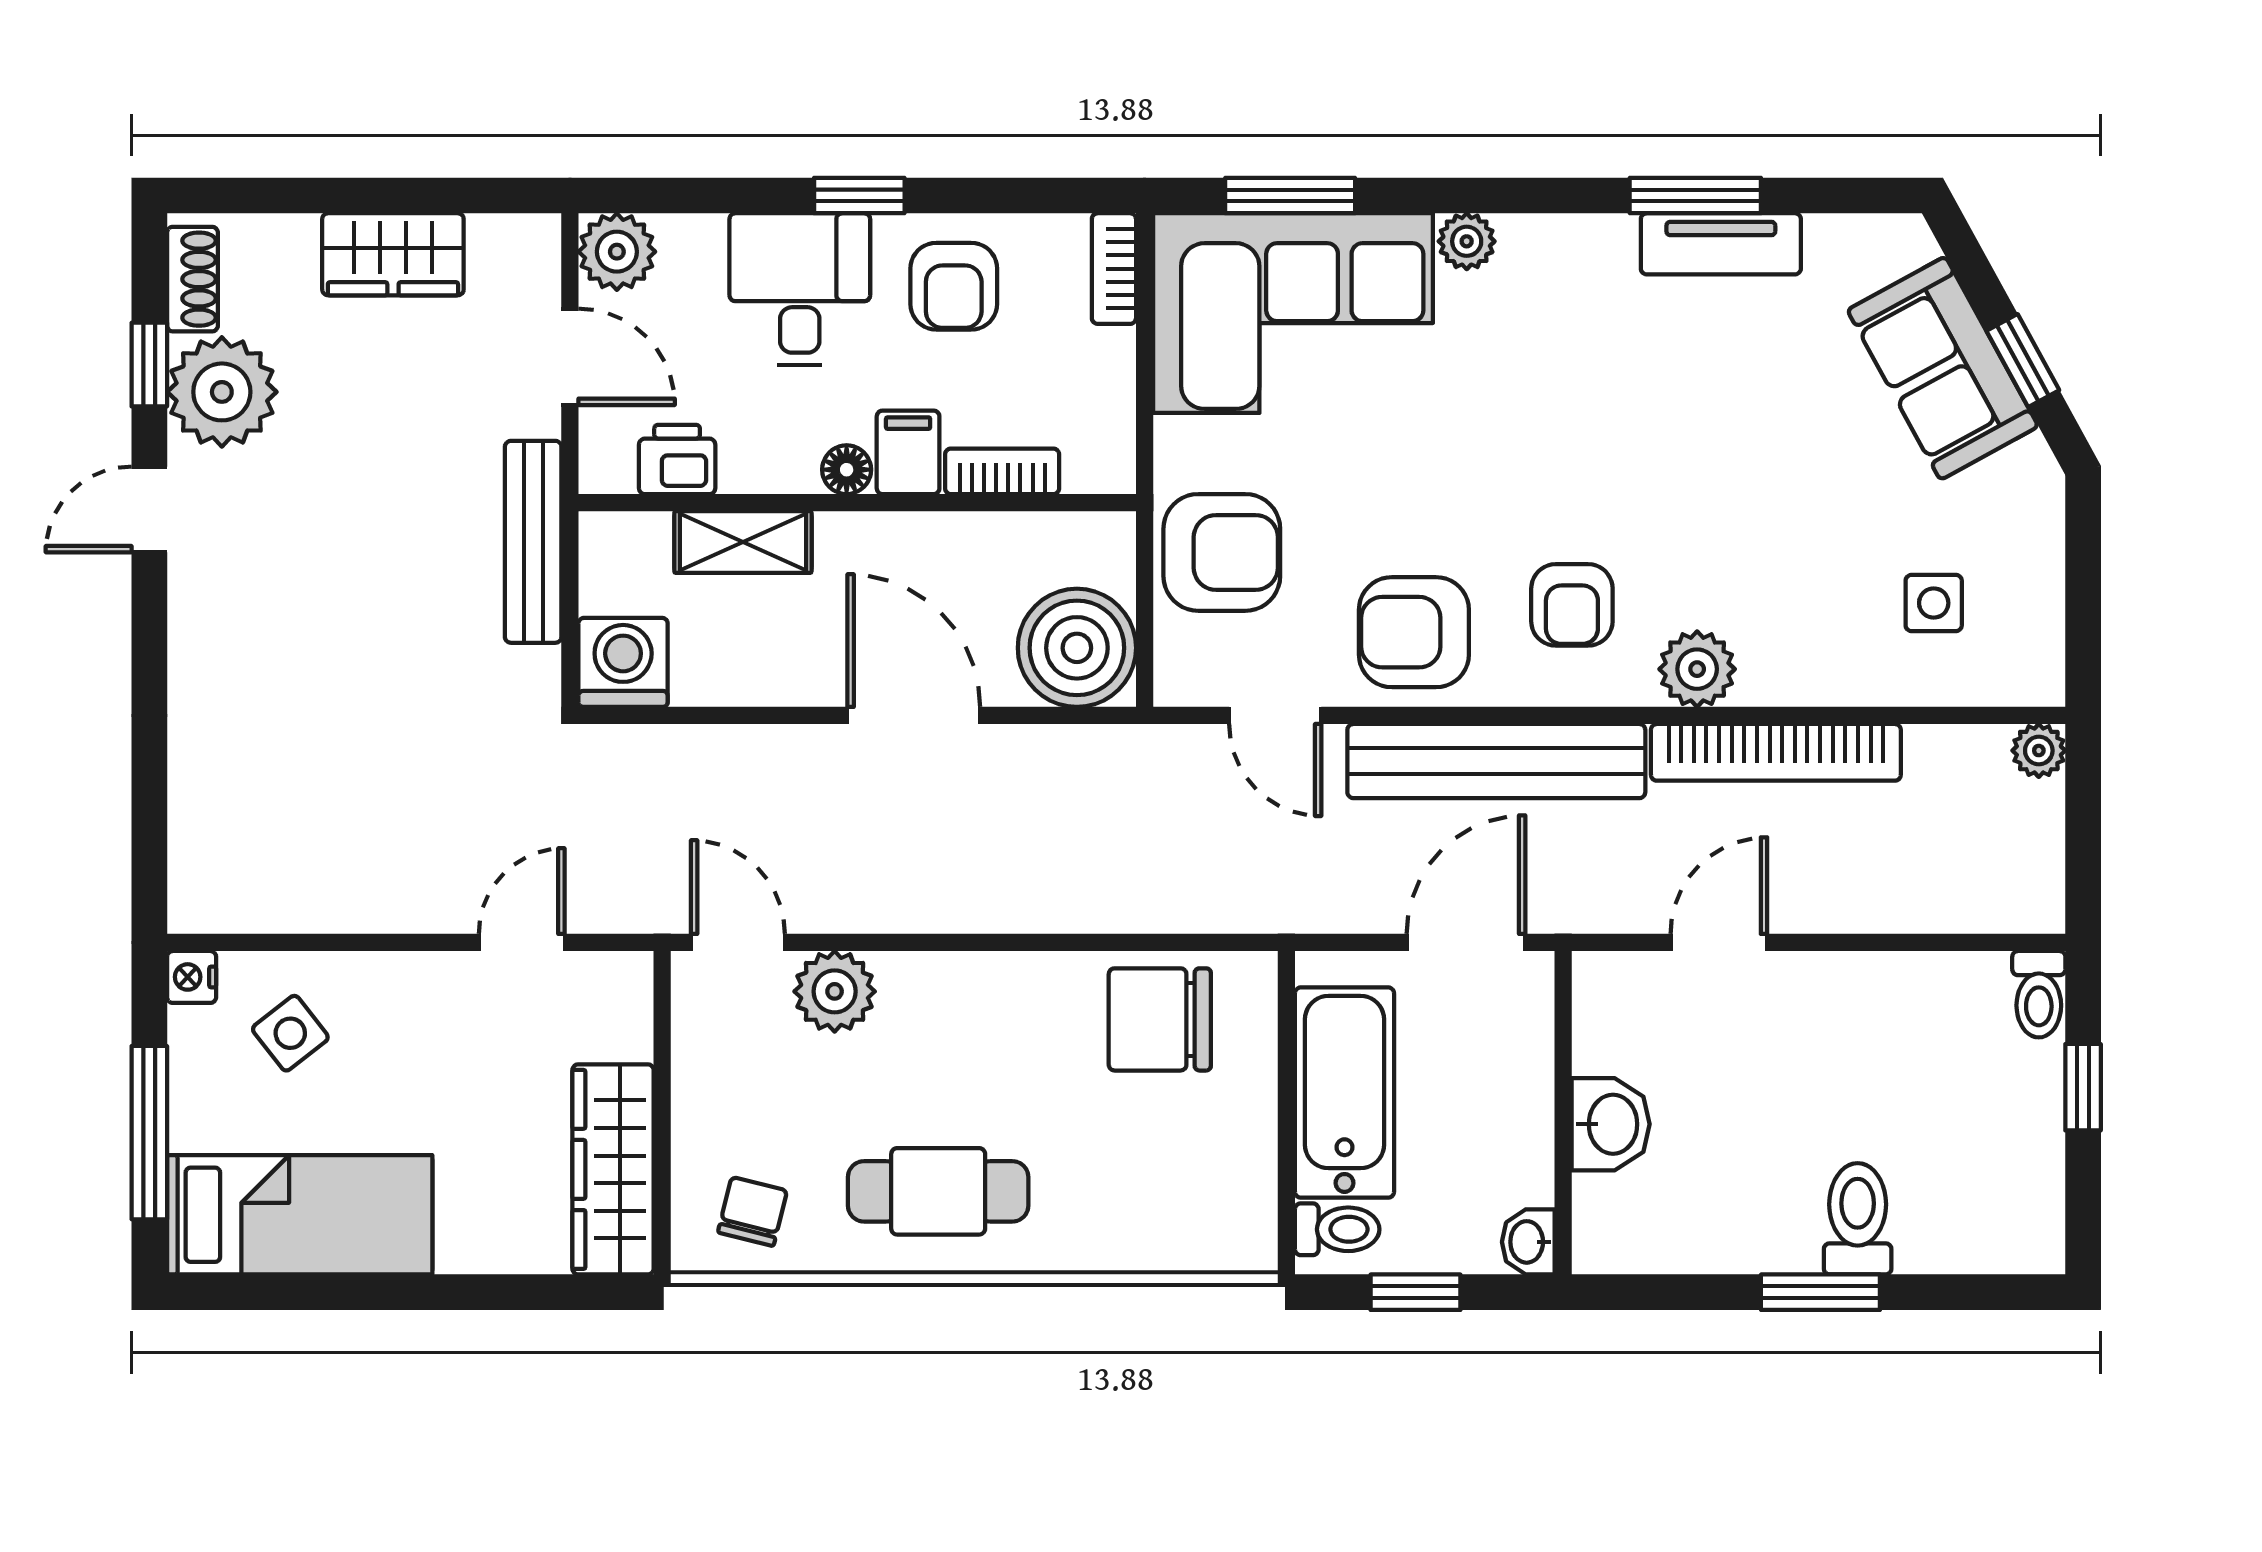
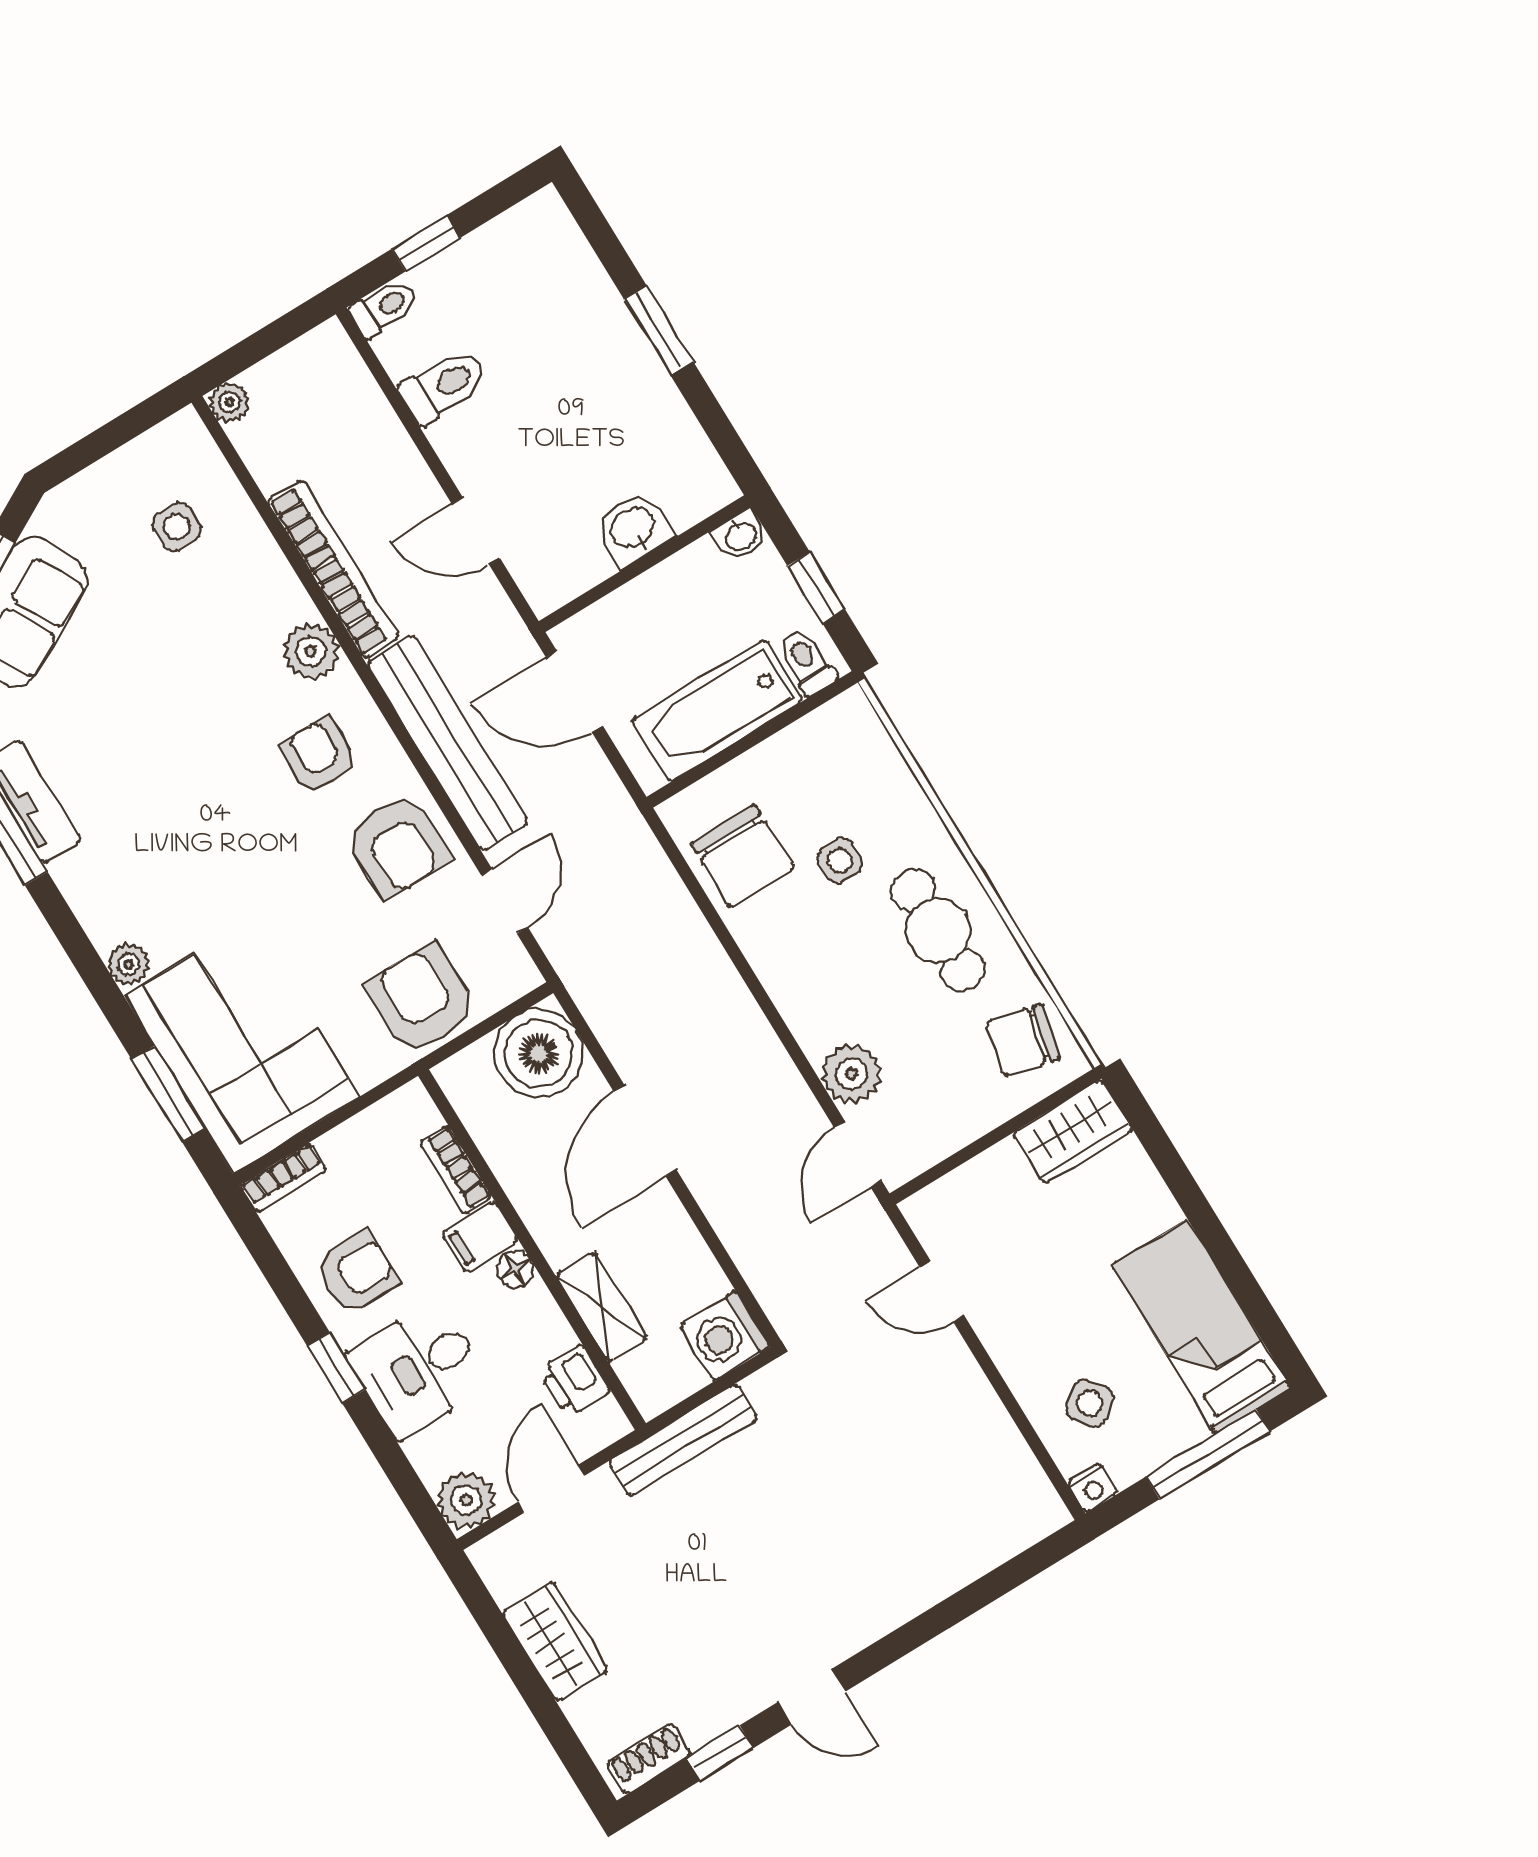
plant: (222, 392) -> (709, 1696), removed
armchair: (1572, 605) -> (319, 756), turned -90
side table: (1086, 1128) -> (840, 861), added
wardrobe: (613, 1169) -> (1073, 1132), width x0.67
chair: (753, 1211) -> (1023, 1040), width x1.37, depth x1.37
toilet: (1858, 1219) -> (443, 386), moved, turned 180

